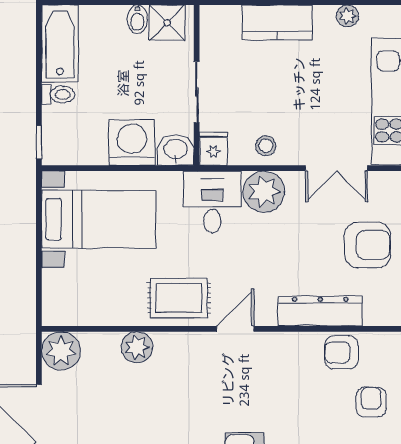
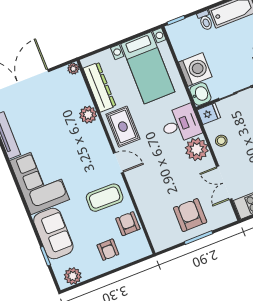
armchair: (367, 245) -> (190, 215), turned 180
dresser: (320, 311) -> (99, 87), moved
plant: (61, 351) -> (73, 69), width x0.53, depth x0.53
coffee table: (284, 374) -> (105, 198), added
armchair: (371, 402) -> (108, 250), turned 90

